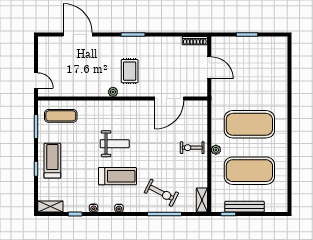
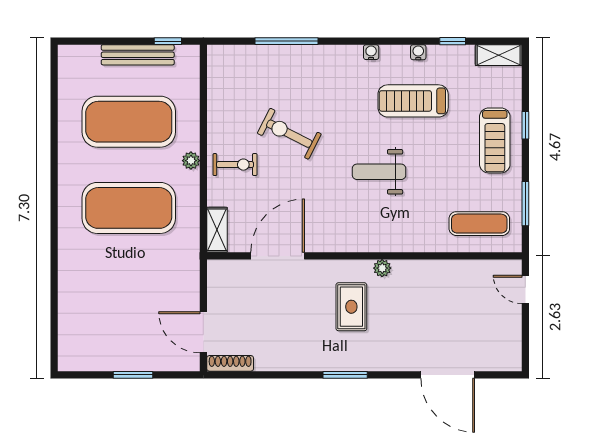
door: (209, 68) -> (203, 332), moved
treadmill: (117, 176) -> (413, 101), moved
exercise bike: (161, 193) -> (289, 134), moved
shelving: (202, 200) -> (217, 230), moved

